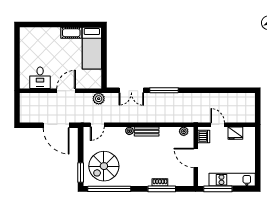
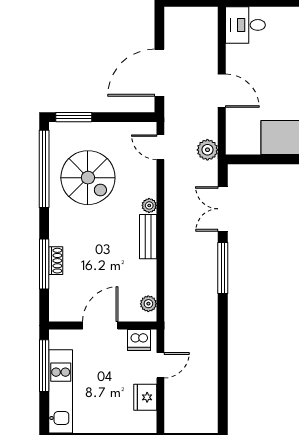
desk: (40, 78) -> (245, 25), moved
spiral stairs: (104, 166) -> (88, 178), moved, turned 180

